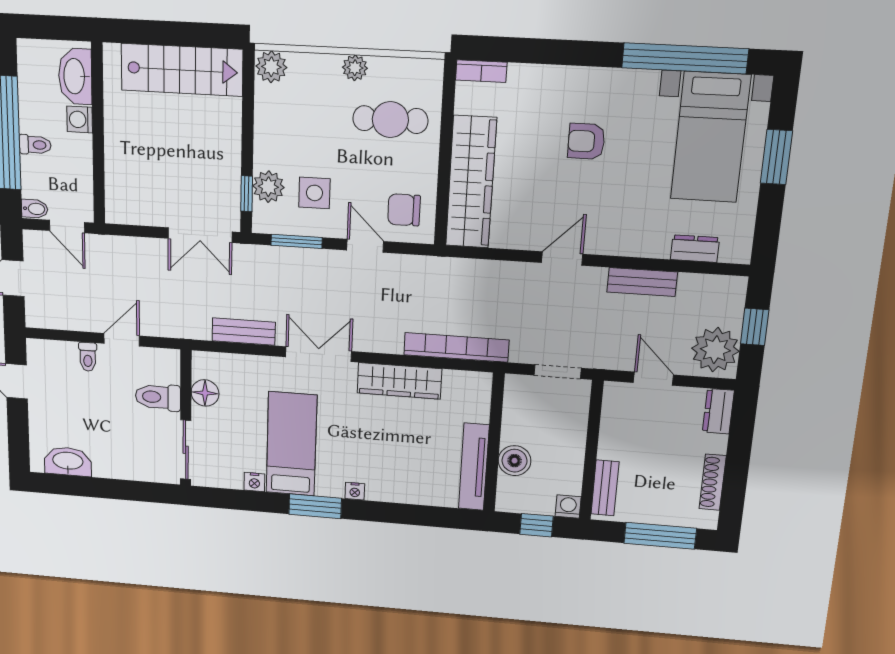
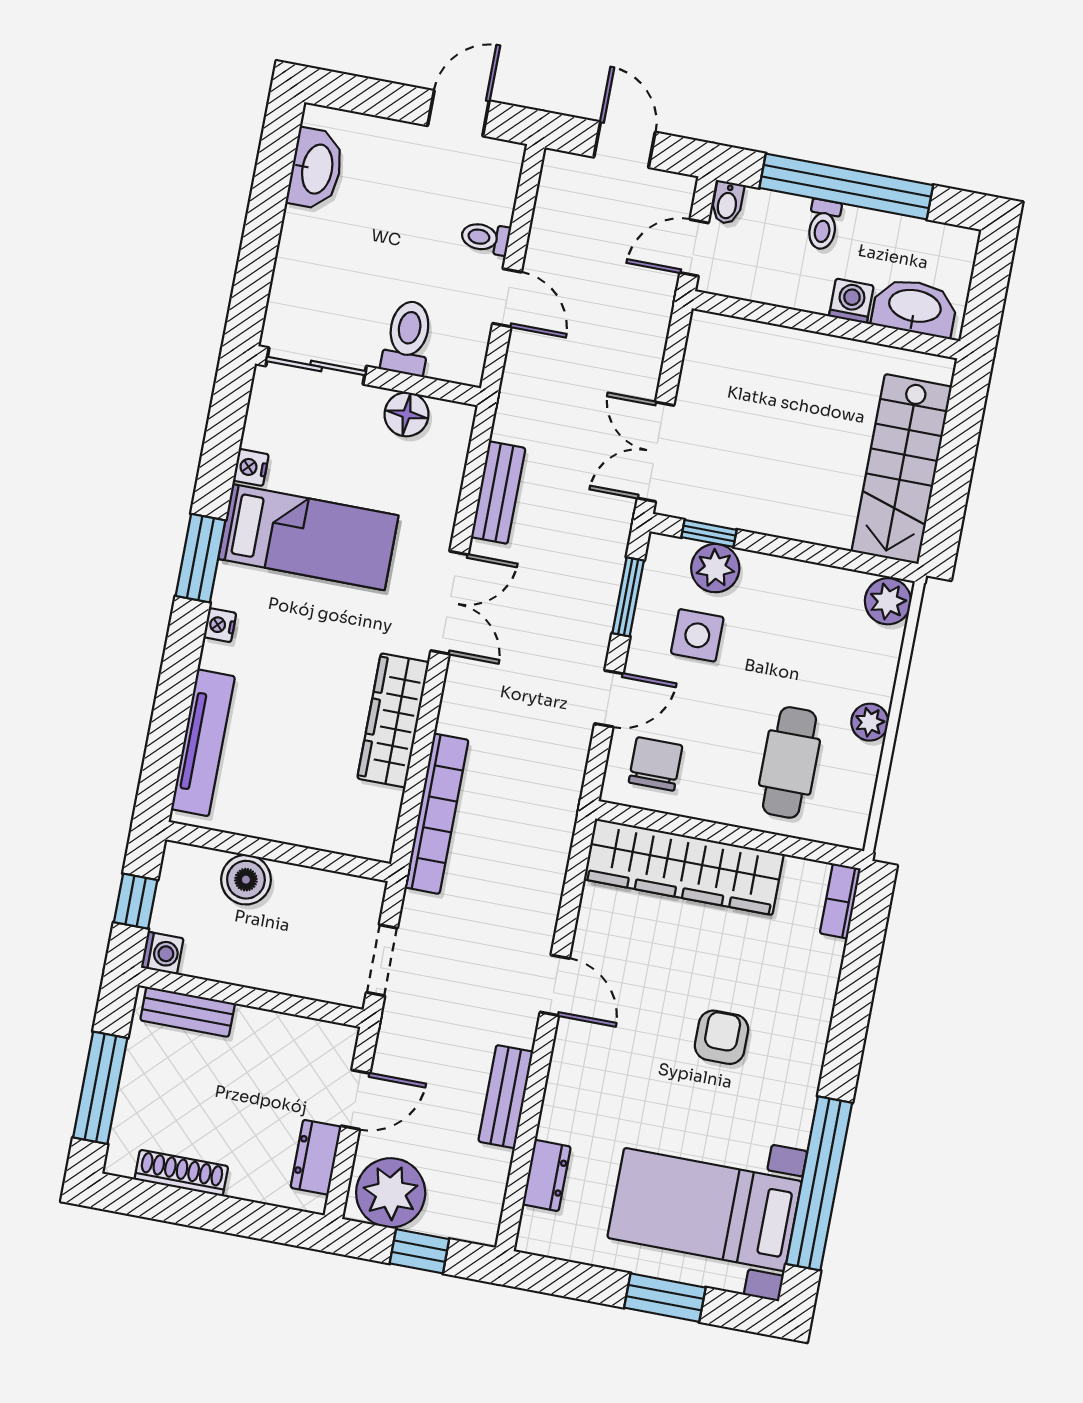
dresser: (718, 411) -> (316, 1157), moved, turned -90
tv unit: (474, 467) -> (203, 743), moved, turned 90

